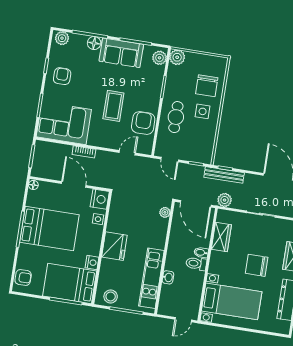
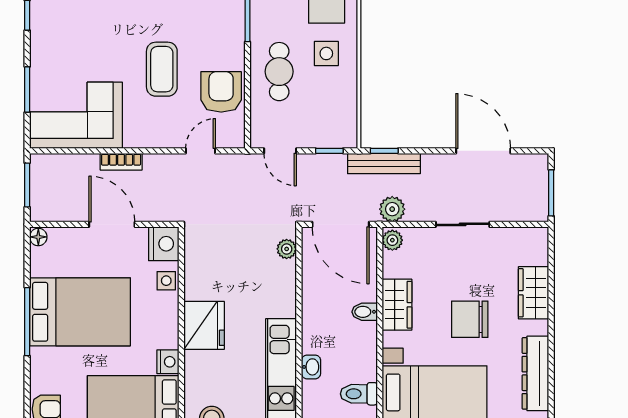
armchair: (62, 76) -> (59, 30), removed
plant: (222, 217) -> (392, 240), added
wardrobe: (221, 237) -> (397, 305), moved
toilet: (196, 264) -> (359, 394), moved

